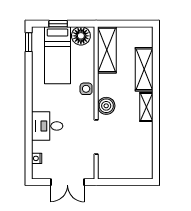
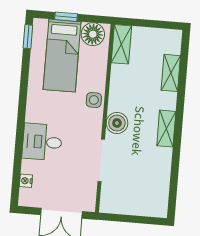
shelving: (107, 50) -> (121, 44), width x0.67, depth x0.75
shelving: (144, 69) -> (171, 73), width x0.67, depth x0.75

